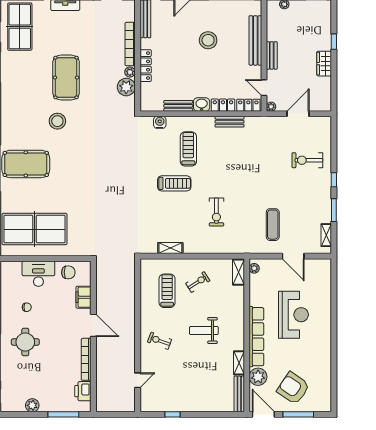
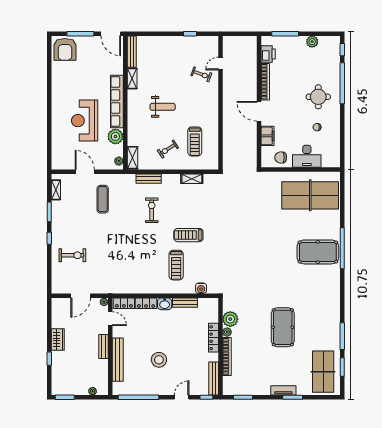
stool: (57, 121) -> (290, 289), removed
bench: (230, 122) -> (149, 179), moved
exercise bike: (160, 341) -> (201, 74), moved
plant: (258, 377) -> (115, 136), moved
armchair: (293, 388) -> (65, 49), moved, turned 56

